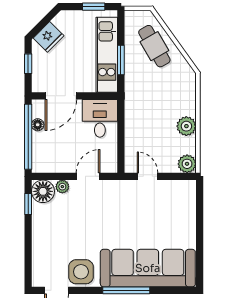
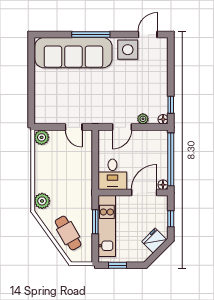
floor lamp: (38, 125) -> (163, 185), moved
plant: (186, 126) -> (42, 201), moved
floor lamp: (43, 191) -> (163, 119), width x0.53, depth x0.53

